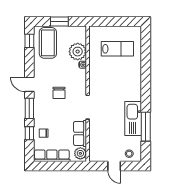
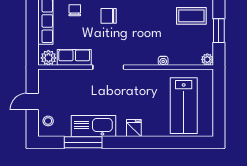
coffee table: (48, 43) -> (191, 16), width x0.73, depth x0.76
lab bench: (117, 49) -> (184, 106), width x1.36, depth x1.39
plant: (78, 52) -> (207, 59), moved, width x0.53, depth x0.53
fridge: (135, 87) -> (134, 128), added
chair: (59, 93) -> (109, 16), moved

